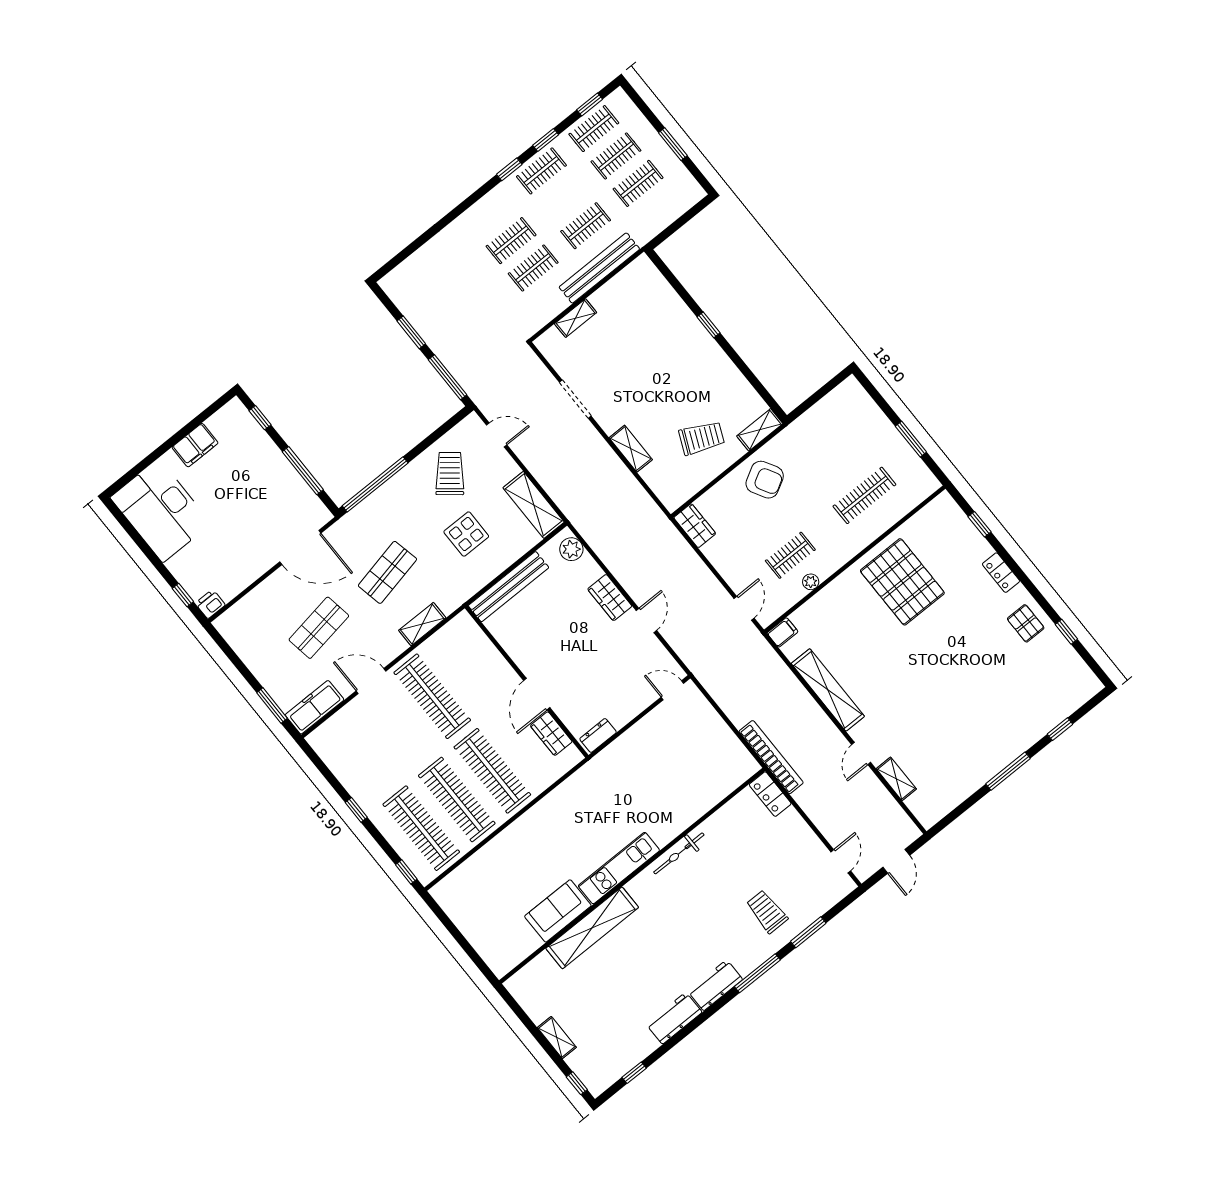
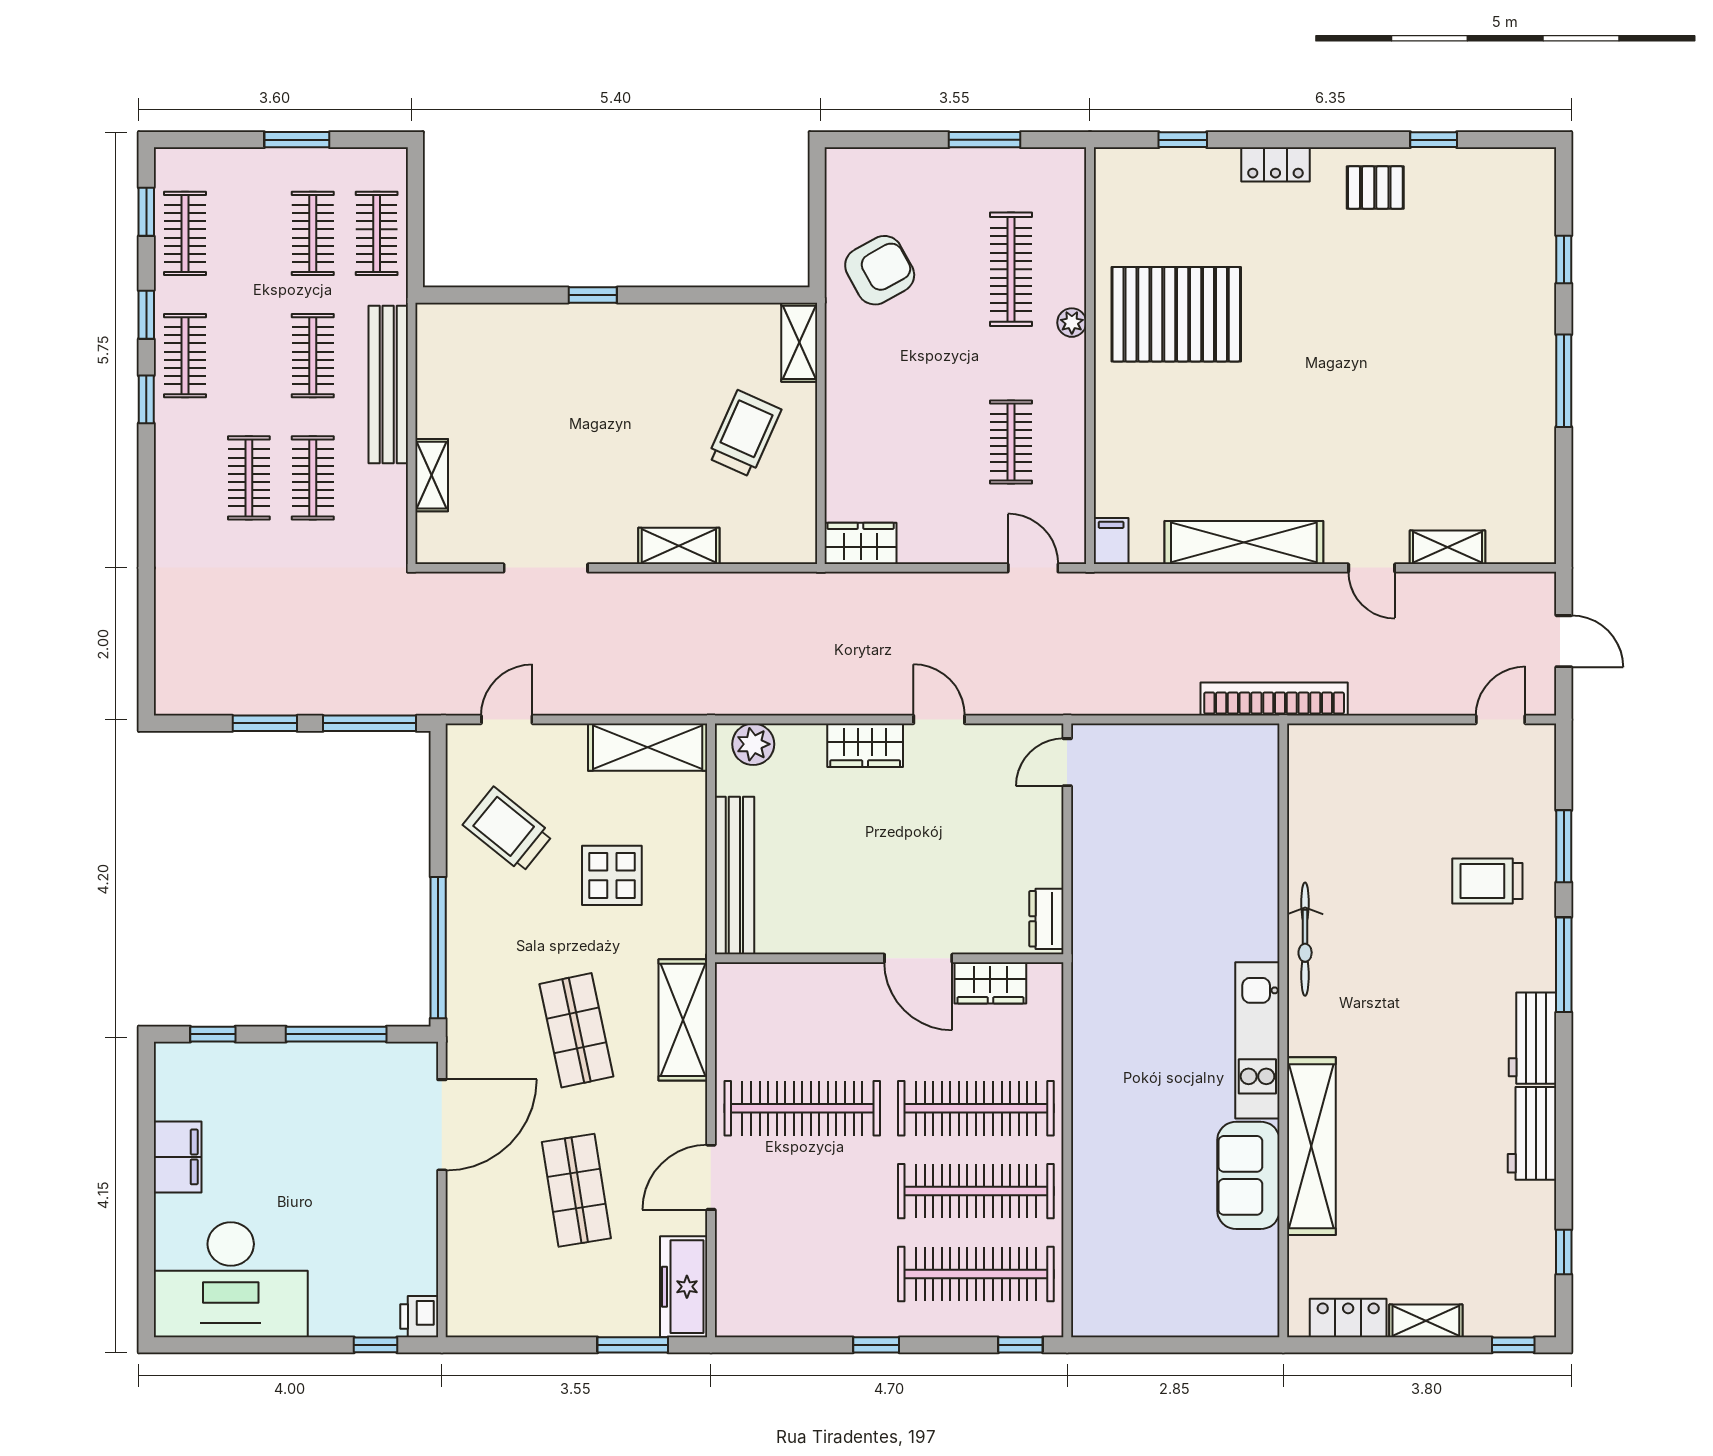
clothes rail: (616, 156) -> (377, 233), moved
armchair: (765, 480) -> (880, 270), moved
plant: (811, 582) -> (1072, 323), moved
shelving: (422, 624) -> (683, 1020), width x1.50, depth x1.33
locker: (770, 794) -> (1348, 1318), moved, turned 180
door: (841, 861) -> (1501, 720), hinge flipped

